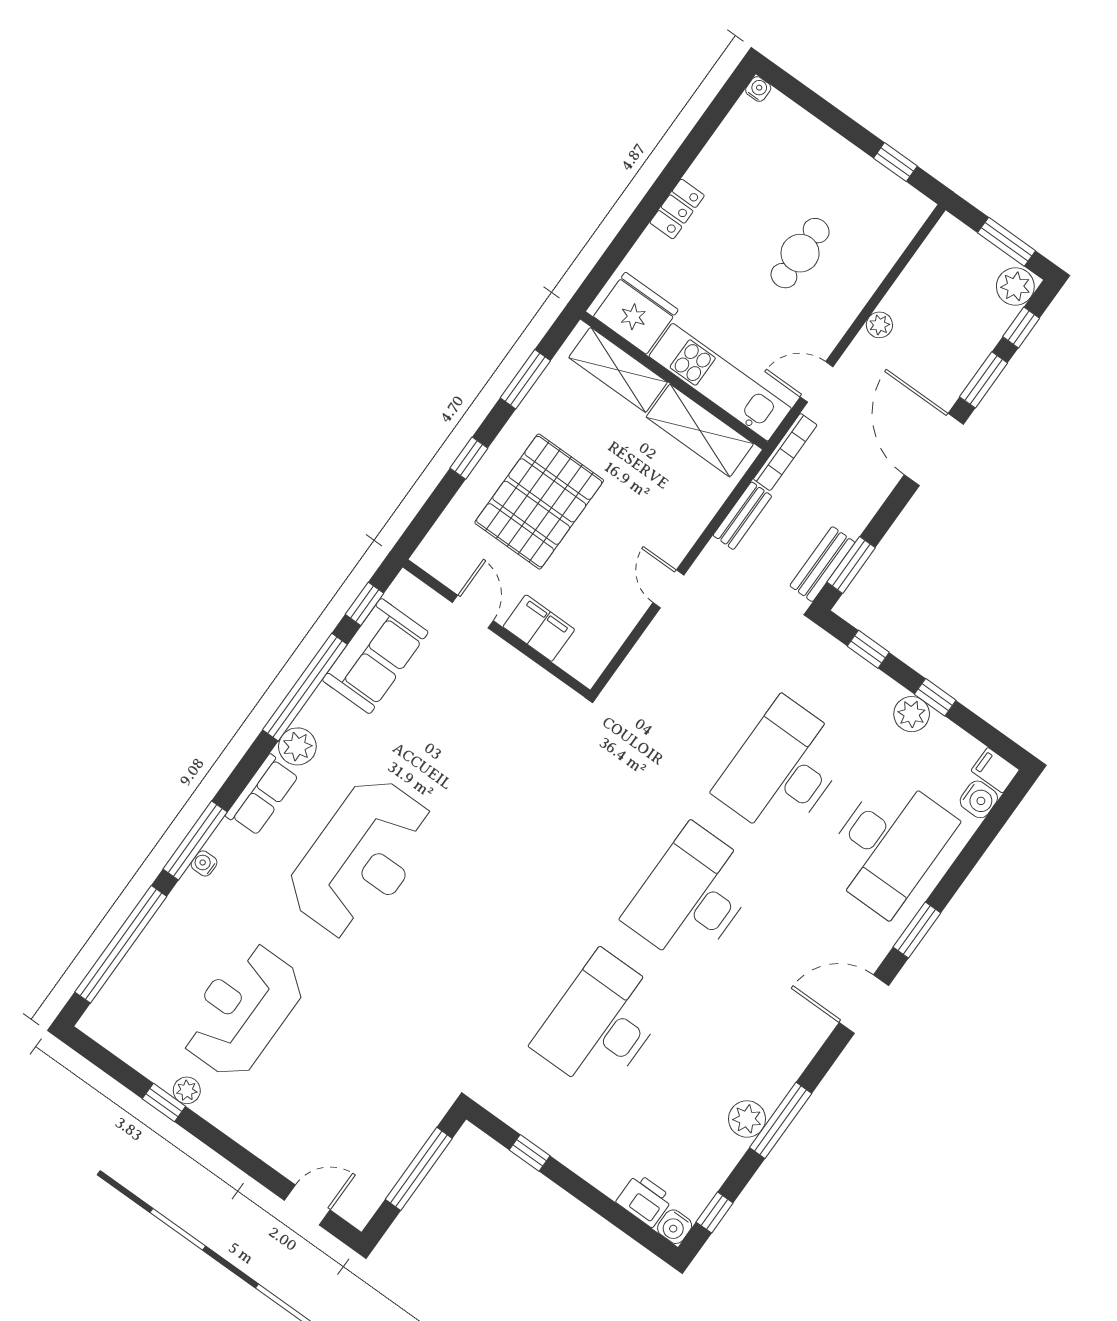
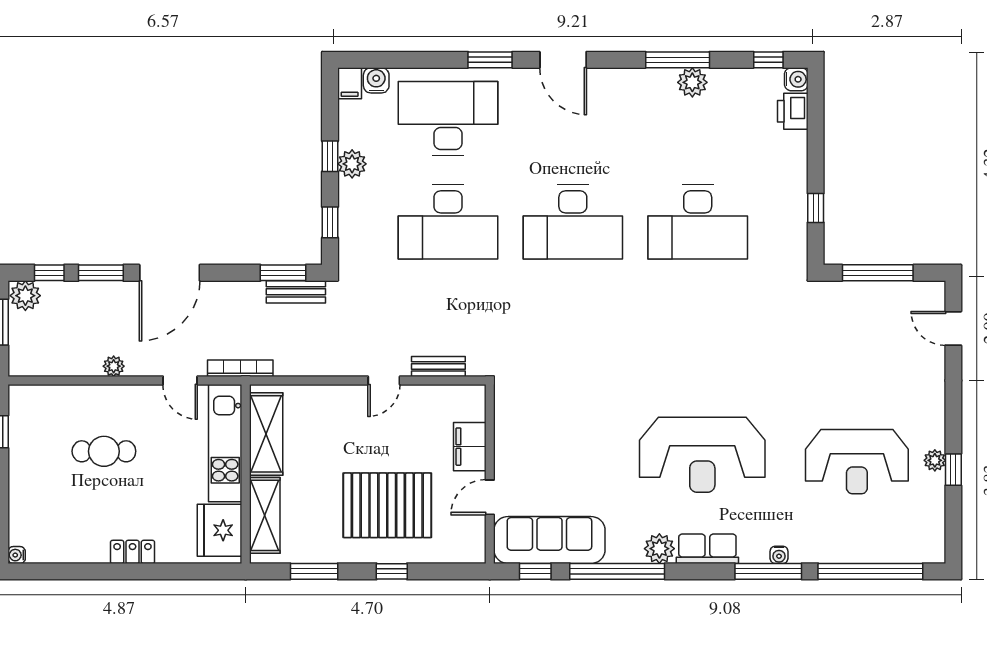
bench: (742, 516) -> (438, 366), moved
sofa: (375, 656) -> (549, 540), width x1.36
reception desk: (361, 858) -> (702, 455), turned 180

